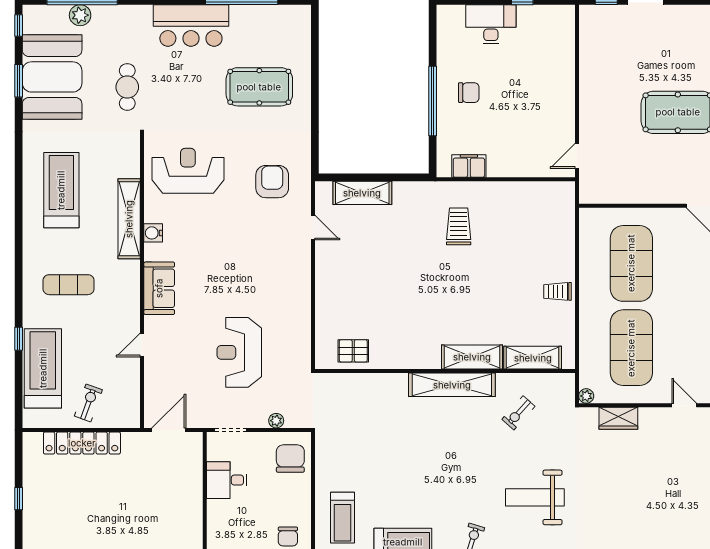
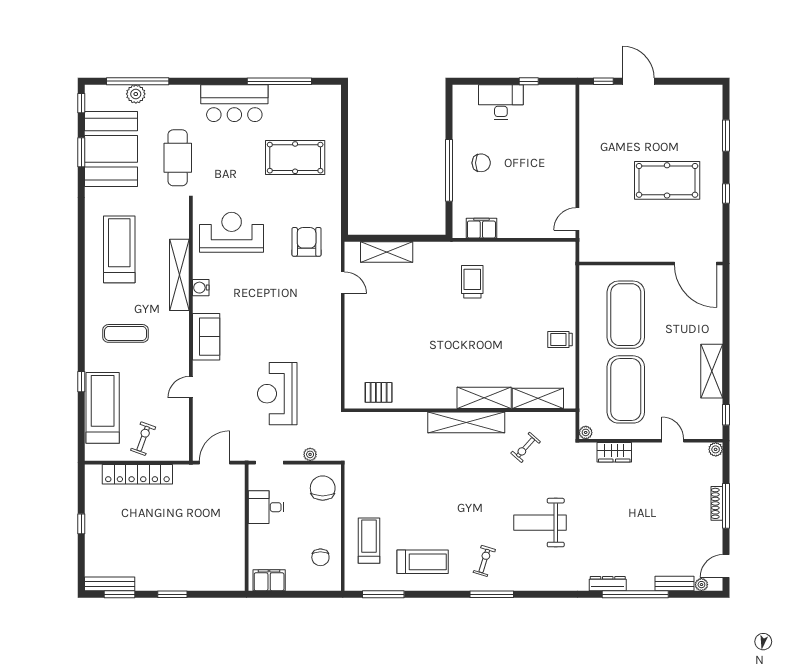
cafe table: (127, 87) -> (178, 158), width x1.37, depth x1.35
treadmill: (342, 518) -> (369, 541), turned 180

